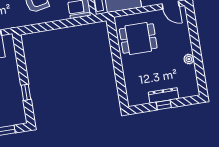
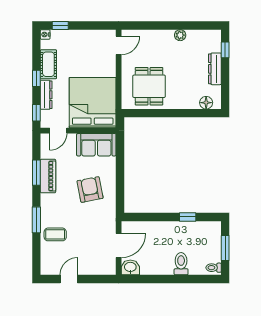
floor lamp: (132, 92) -> (206, 103), added
window: (164, 105) -> (225, 50), moved

